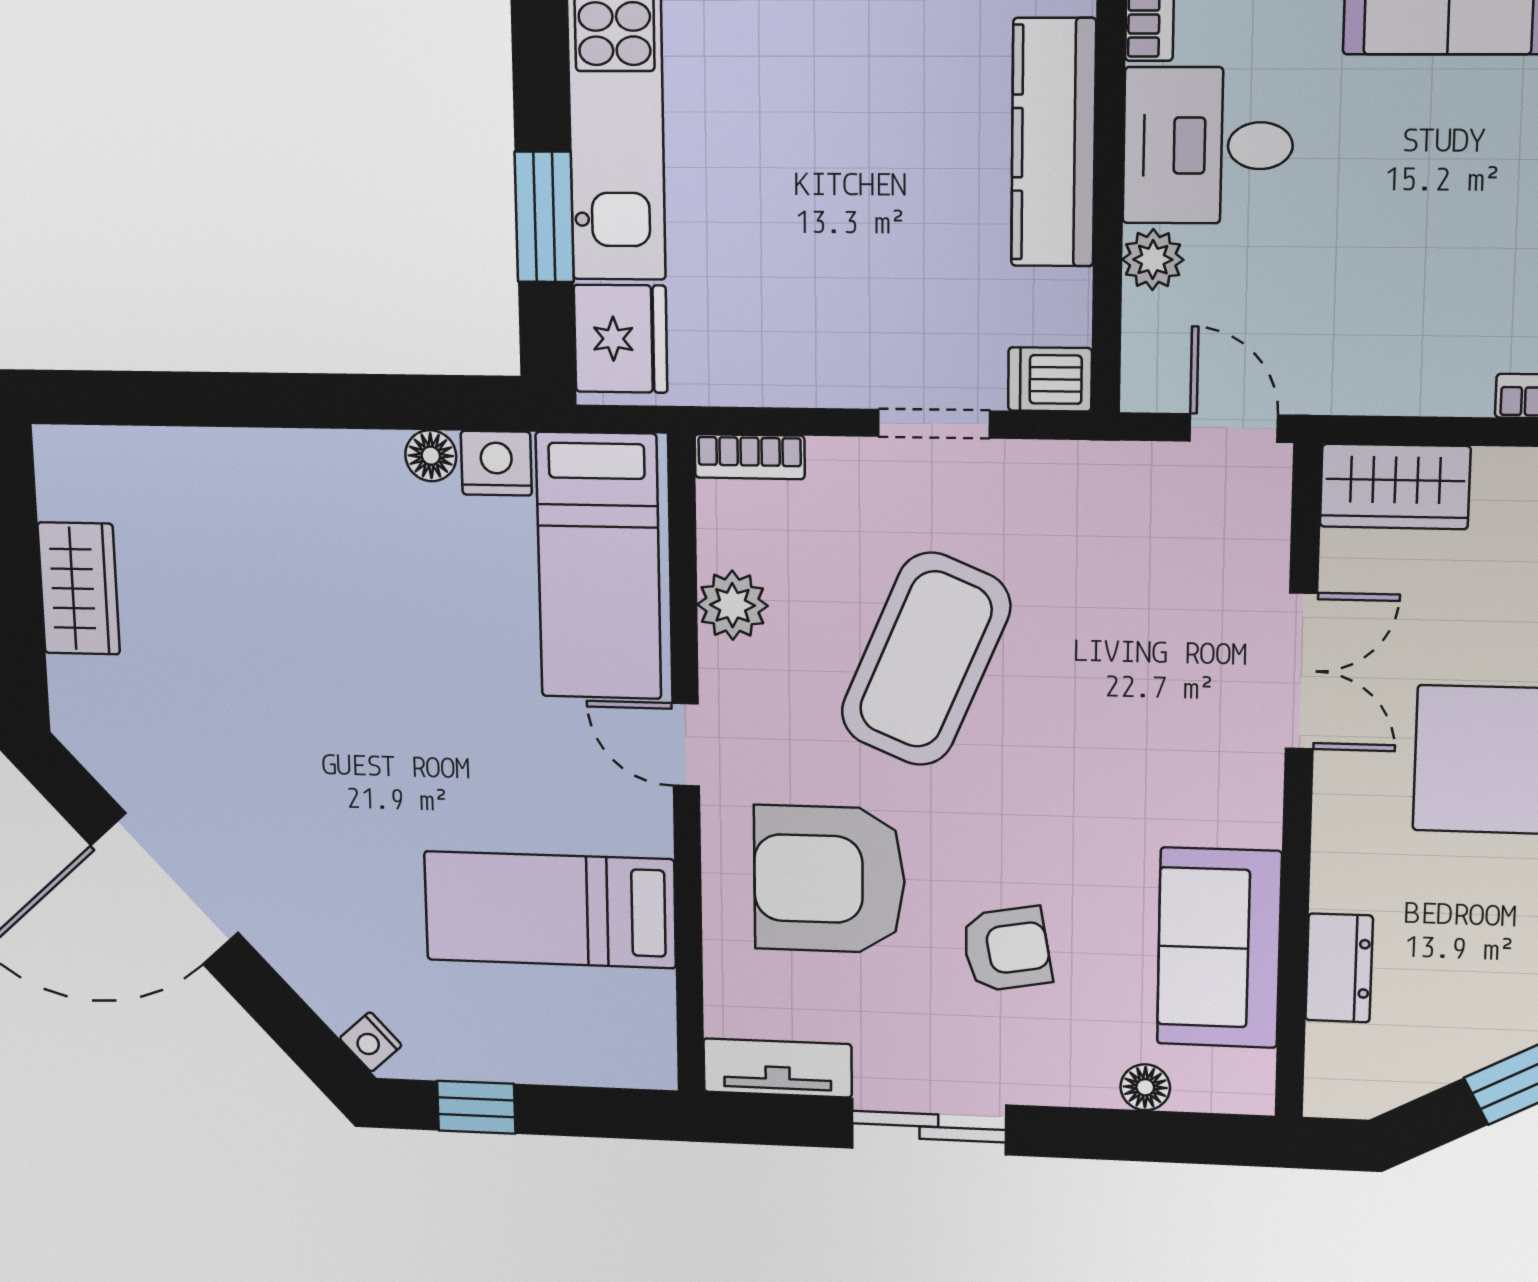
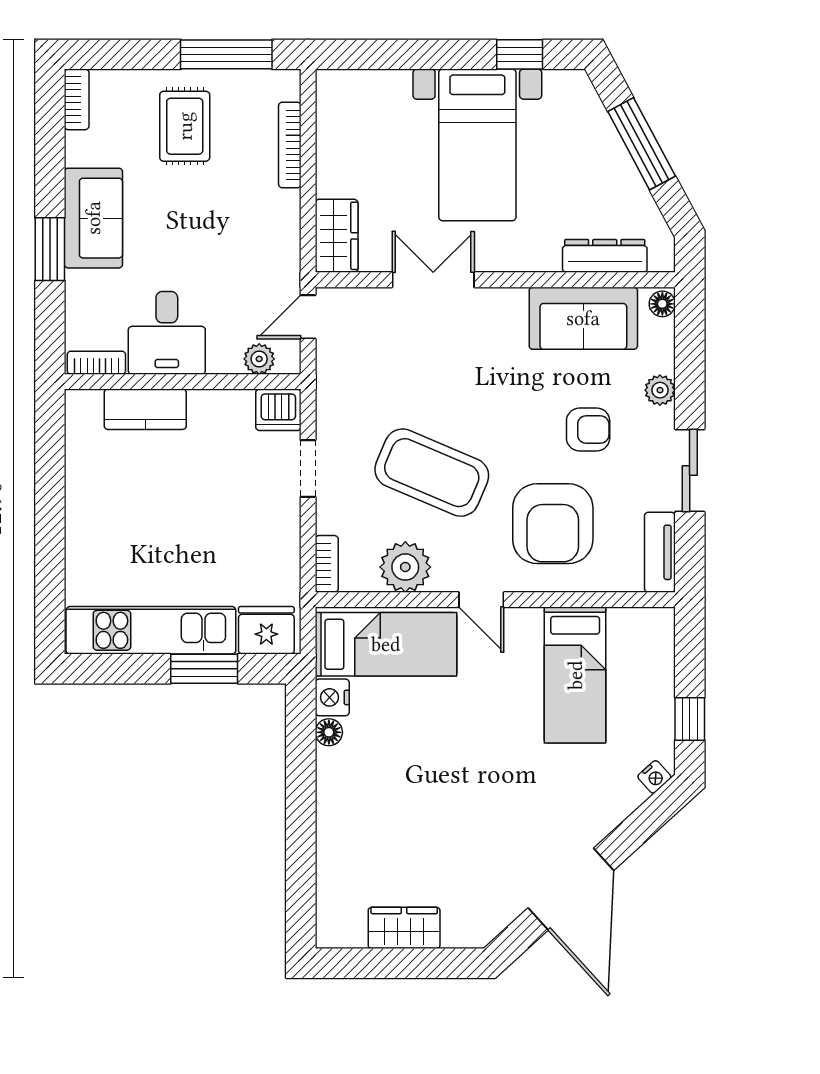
kitchen counter: (1053, 143) -> (145, 409), width x0.67
plant: (1153, 260) -> (259, 359), moved
dishwasher: (1050, 379) -> (278, 410), width x1.38
plant: (732, 605) -> (405, 567), width x1.36, depth x1.36
door: (686, 745) -> (481, 600), hinge flipped
armchair: (1007, 949) -> (588, 429), turned 100
dresser: (1339, 968) -> (605, 256), width x1.44
plant: (1080, 1081) -> (660, 390), added
floor lamp: (1145, 1087) -> (662, 304), moved

